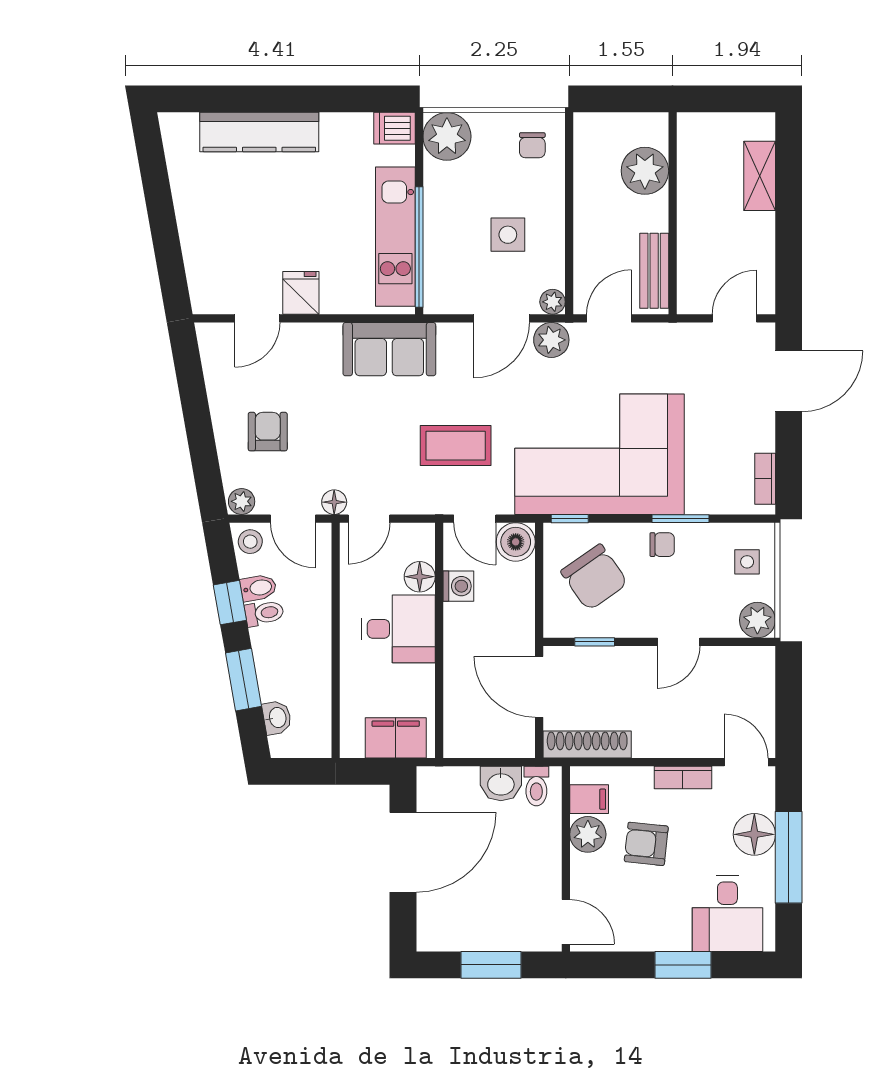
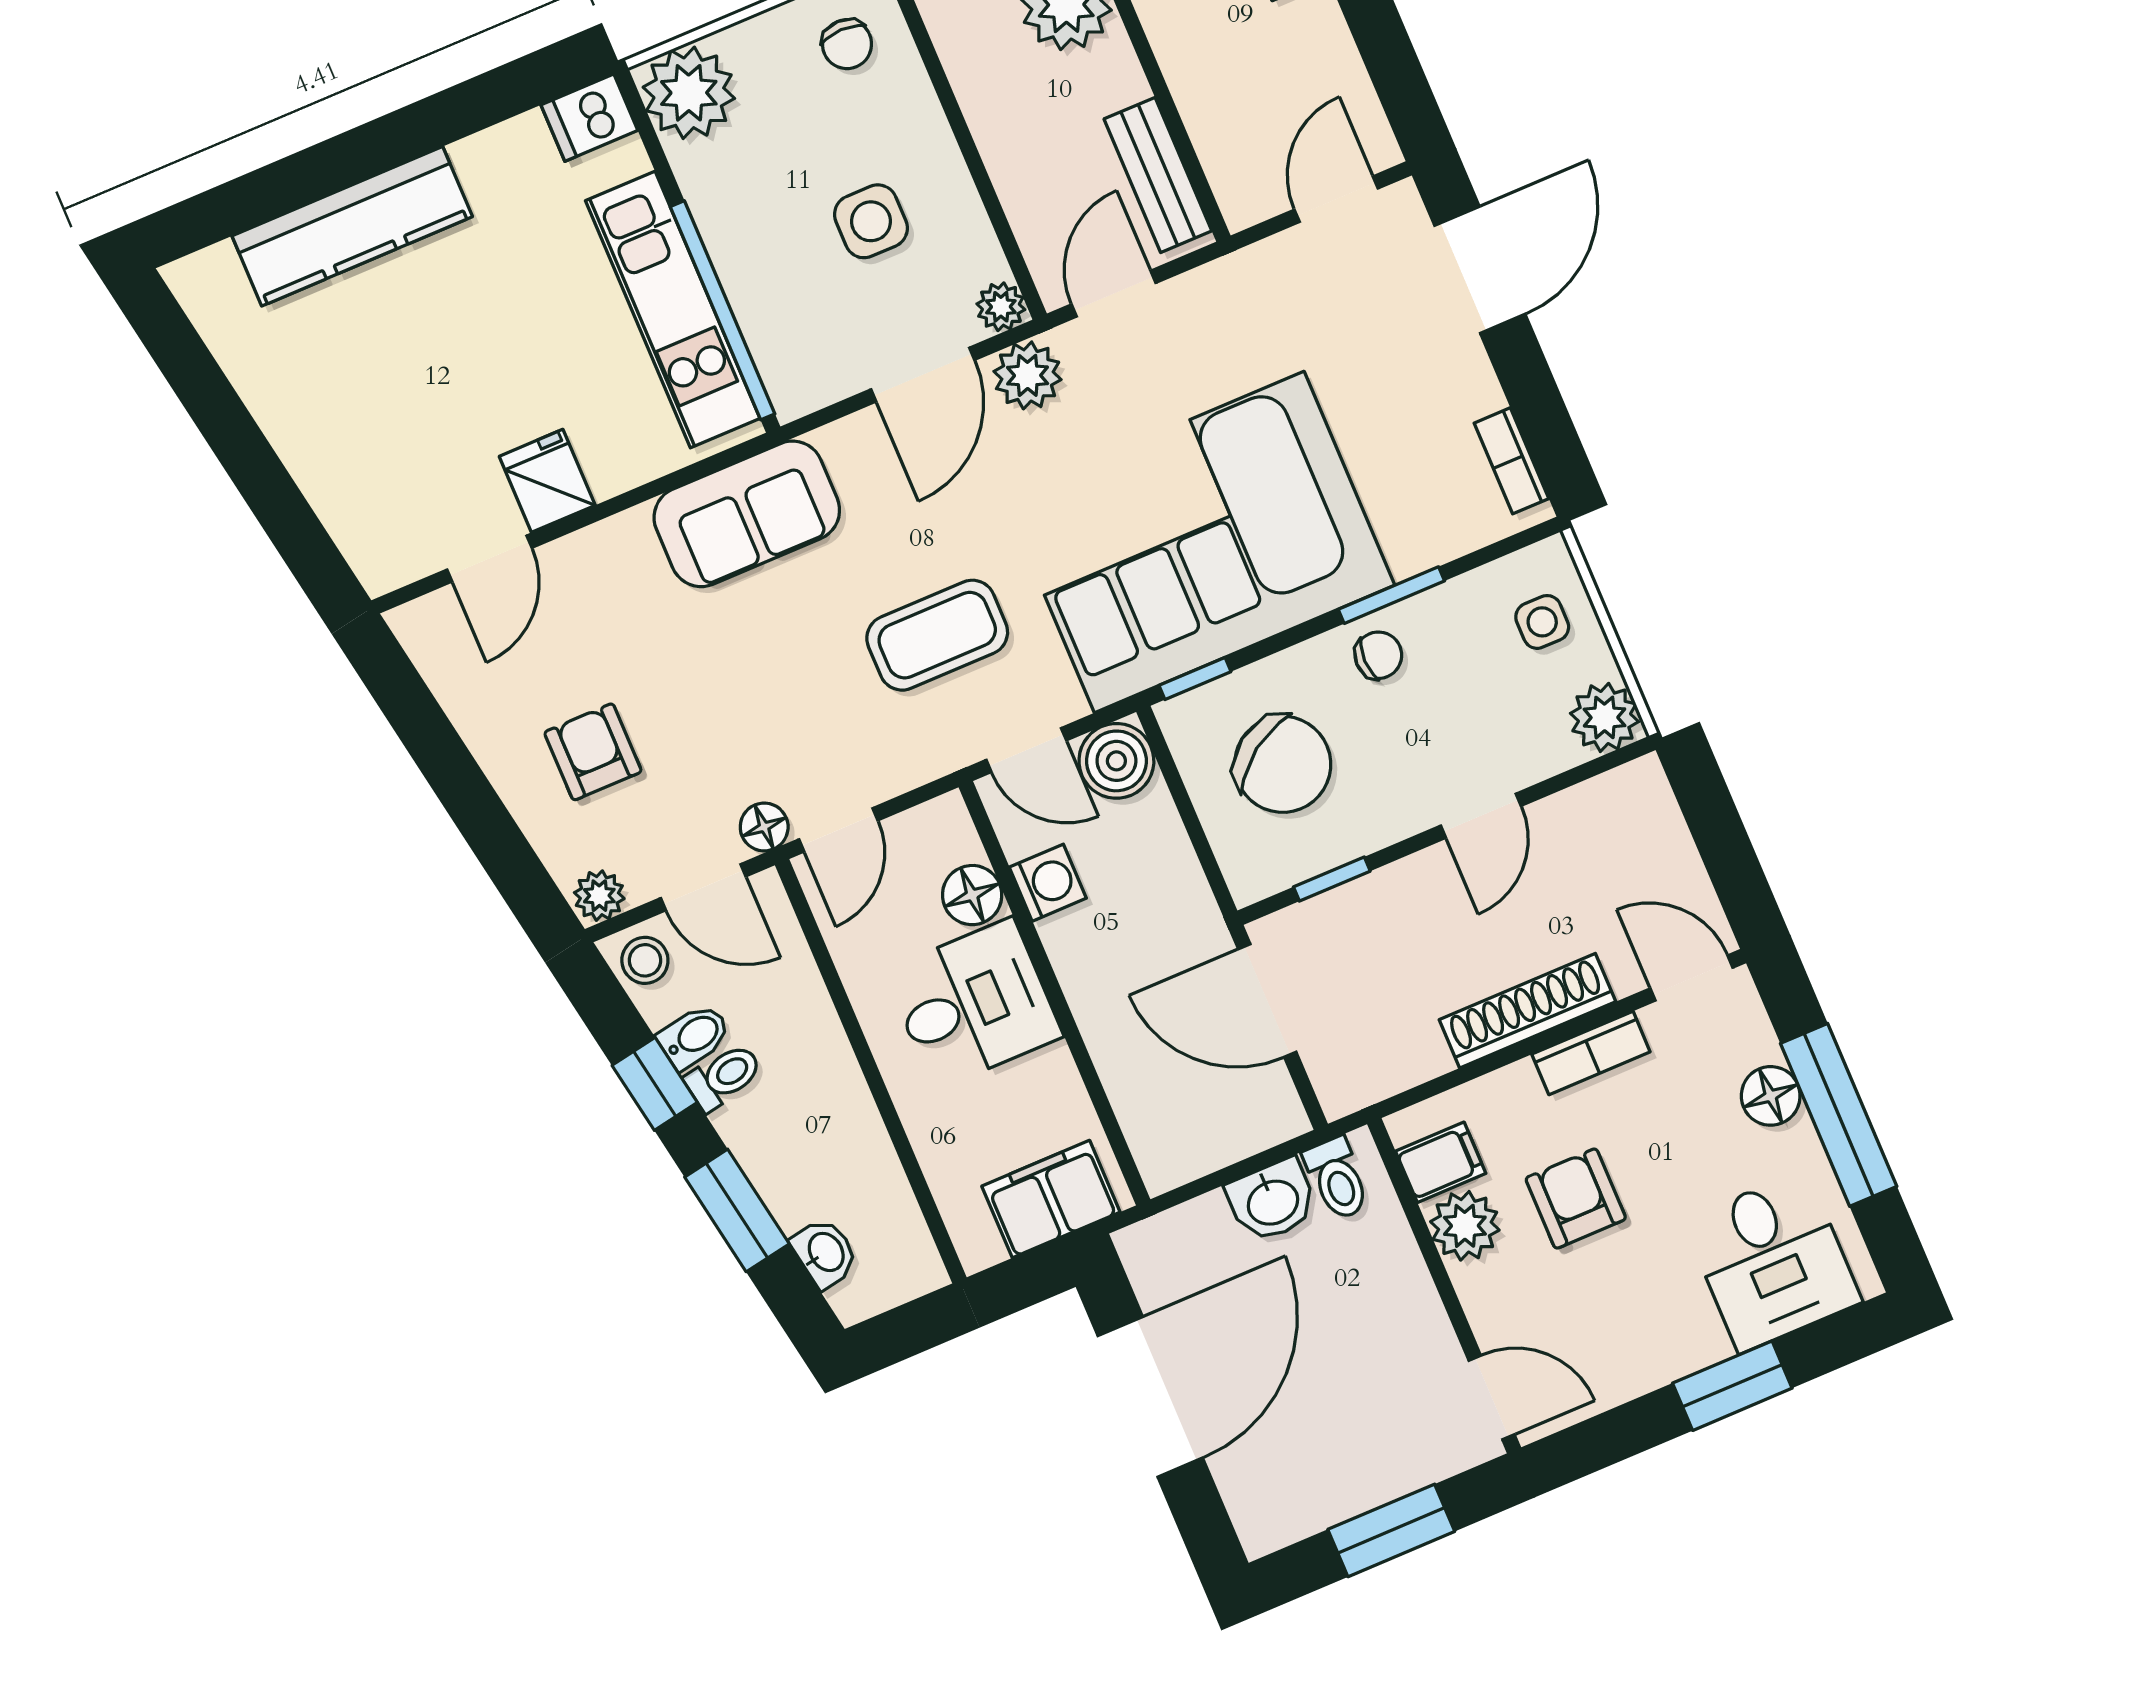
shoe rack: (587, 744) -> (1528, 1011), moved
floor lamp: (754, 834) -> (1771, 1096), width x0.73, depth x0.73
armchair: (646, 844) -> (1576, 1199), turned 84

